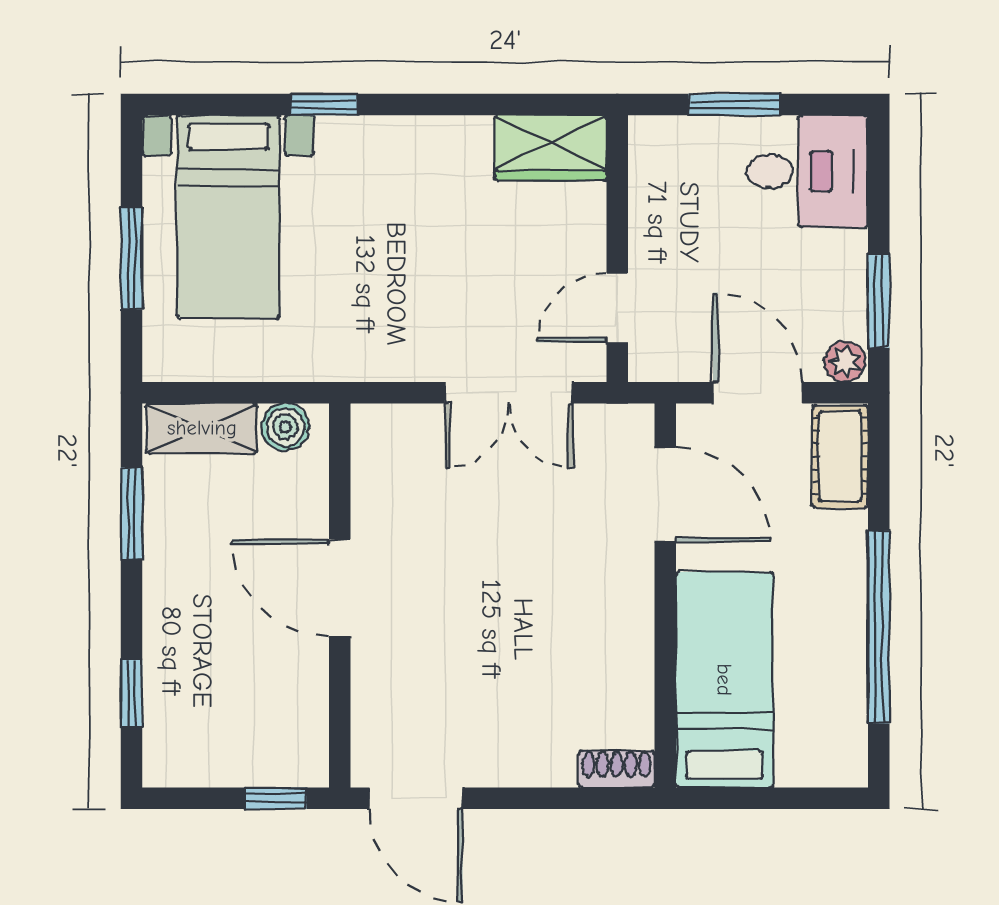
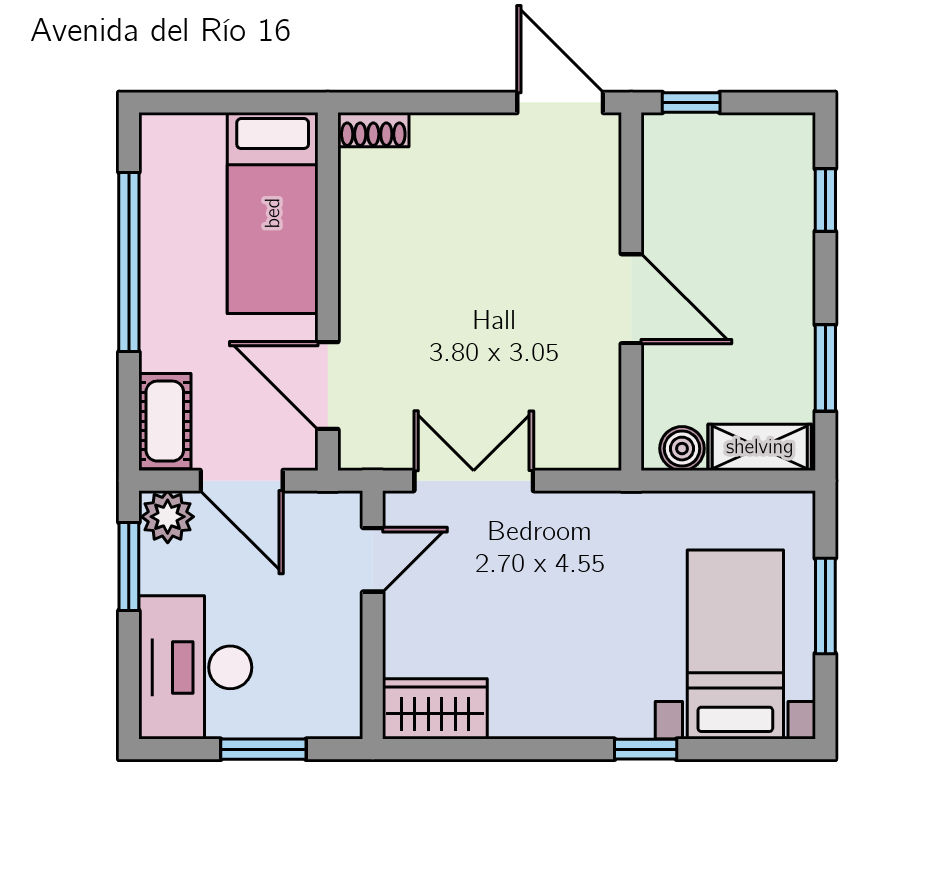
desk: (807, 171) -> (195, 667), width x1.37
plant: (845, 362) -> (168, 517), width x1.38, depth x1.38

